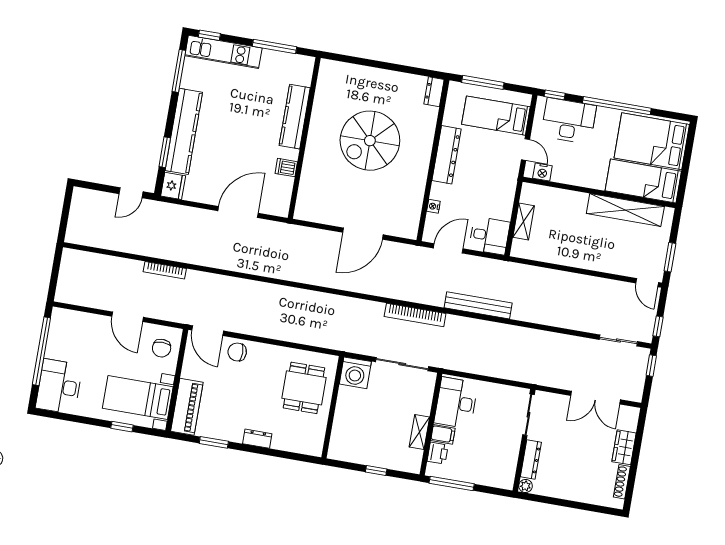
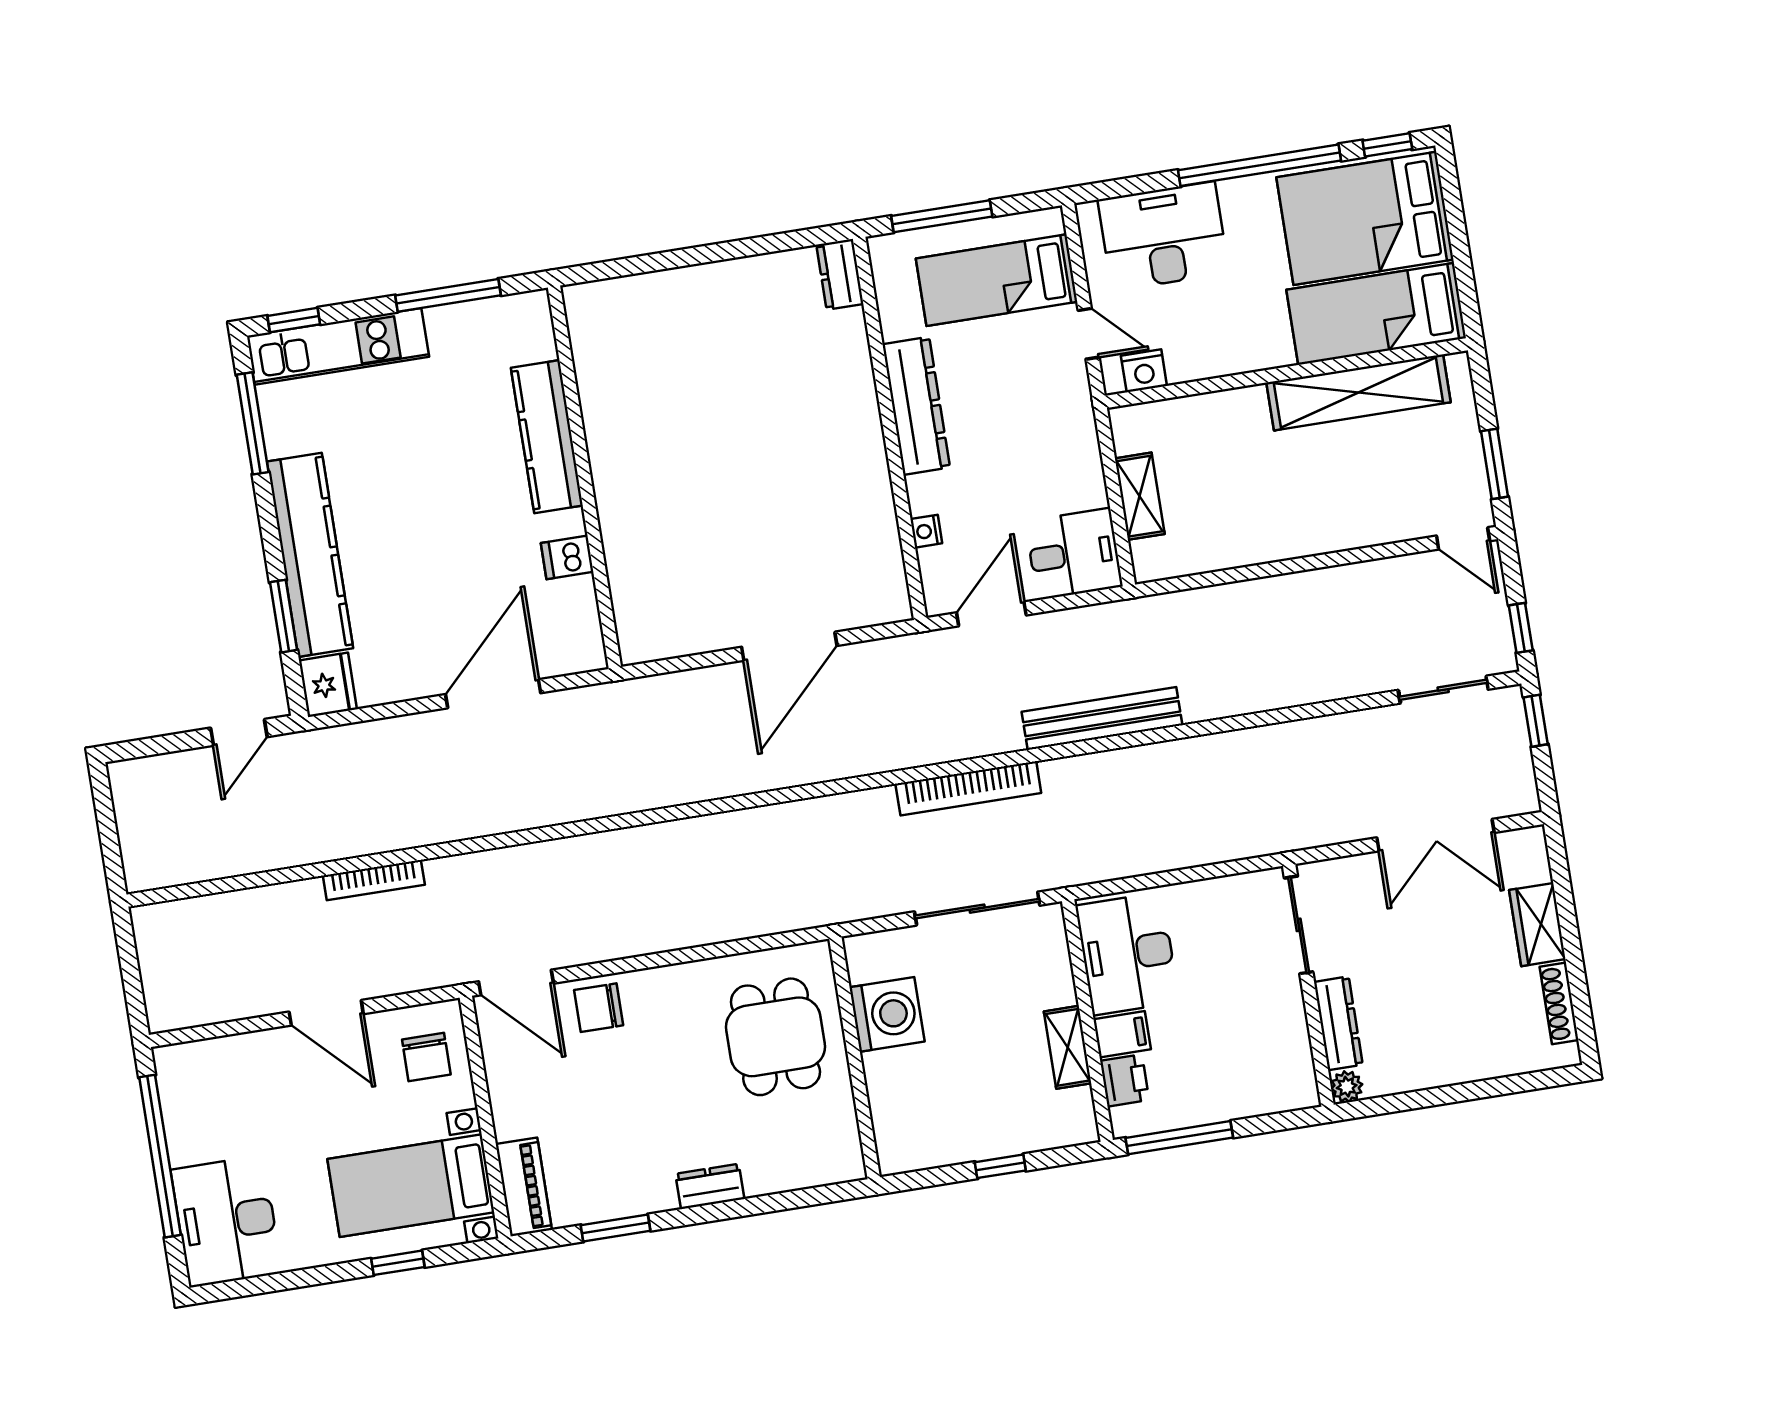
window: (555, 95) -> (1387, 145), moved
spiral stairs: (370, 141) -> (734, 433), removed
washing machine: (355, 373) -> (887, 1014), moved, turned -90
piano: (187, 407) -> (524, 1187), width x0.73, depth x0.75

